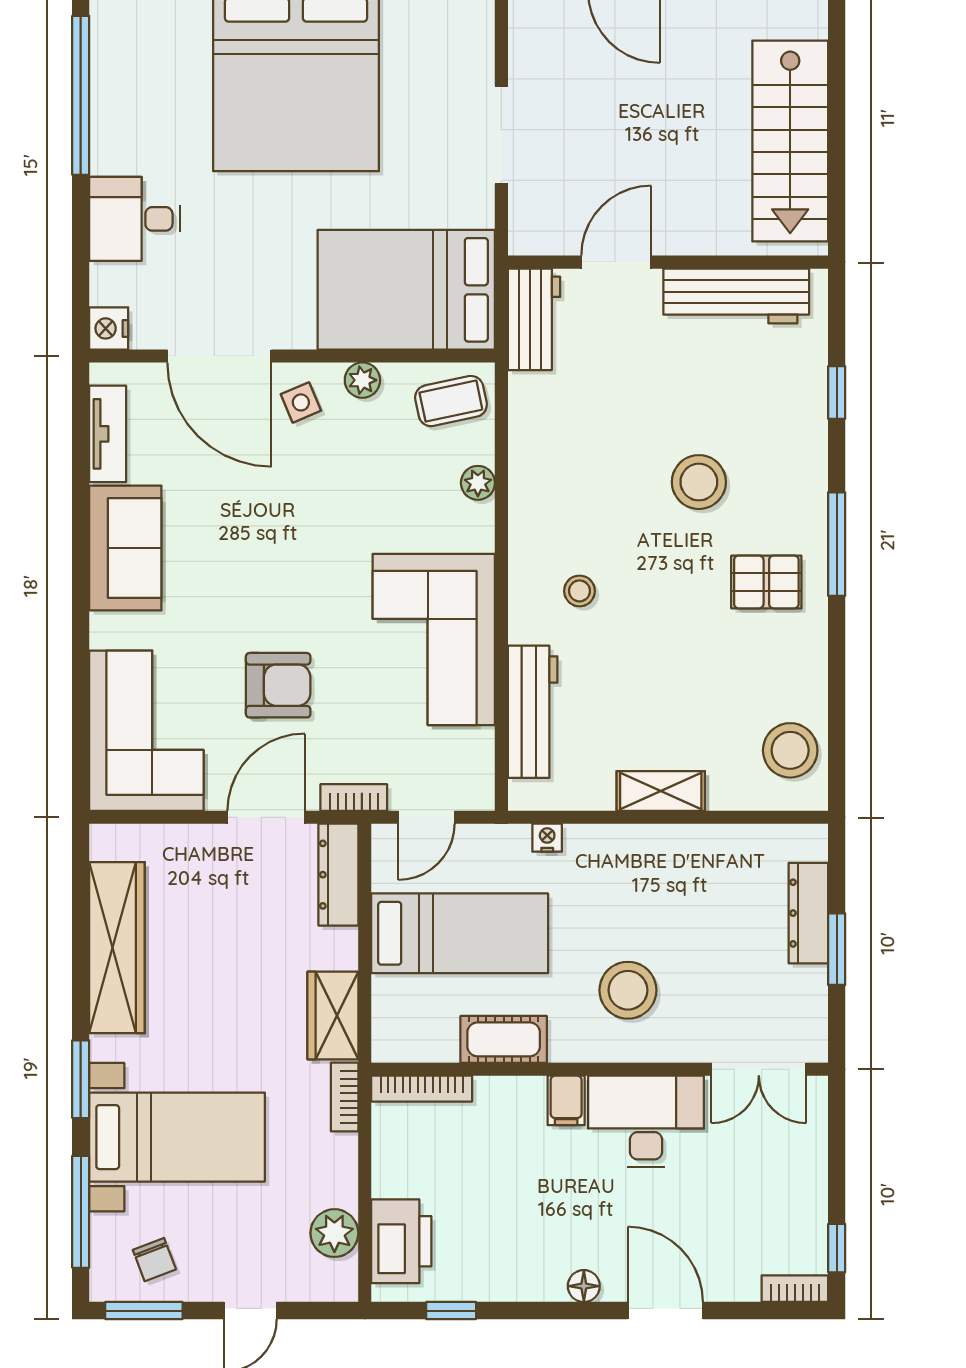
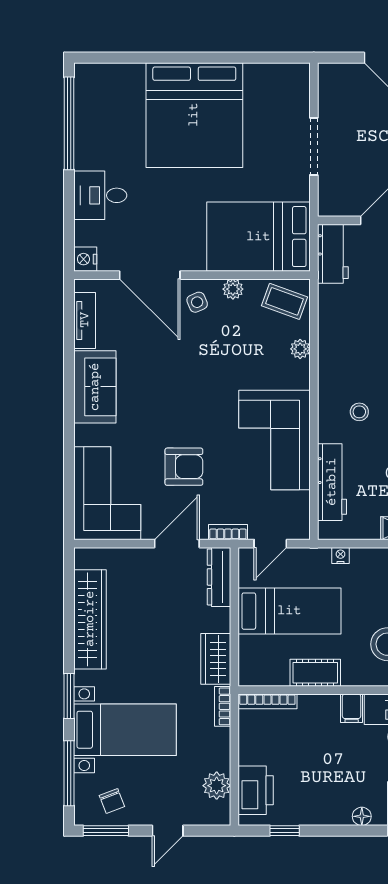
coffee table: (451, 401) -> (284, 301), turned 32

